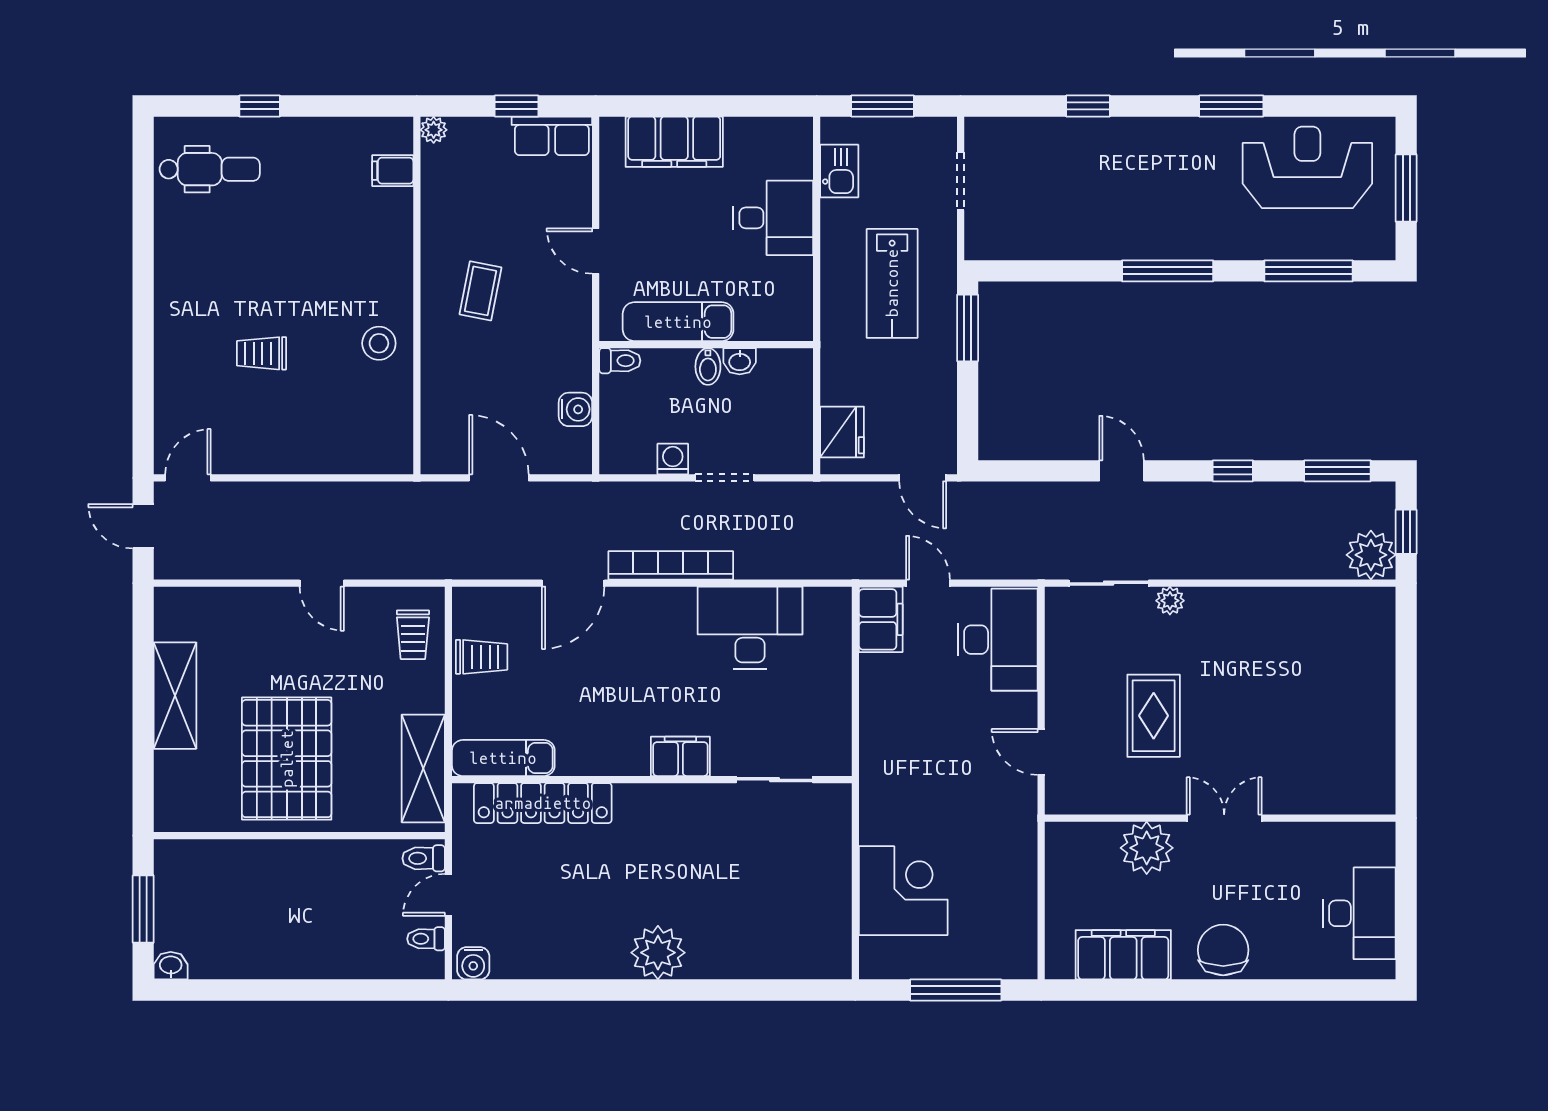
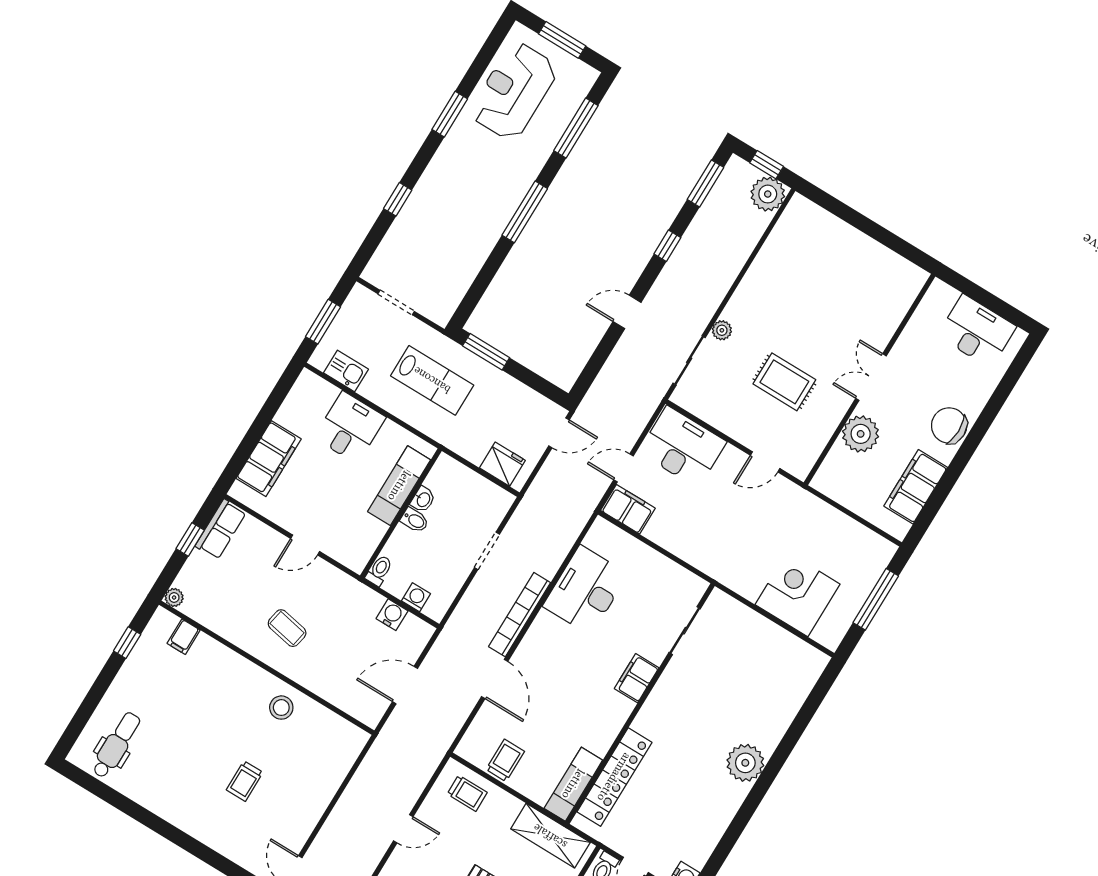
window: (260, 106) -> (127, 643), moved
exam couch: (678, 322) -> (399, 486), moved
washing machine: (673, 459) -> (416, 597), moved, turned 90

